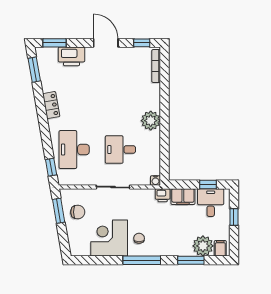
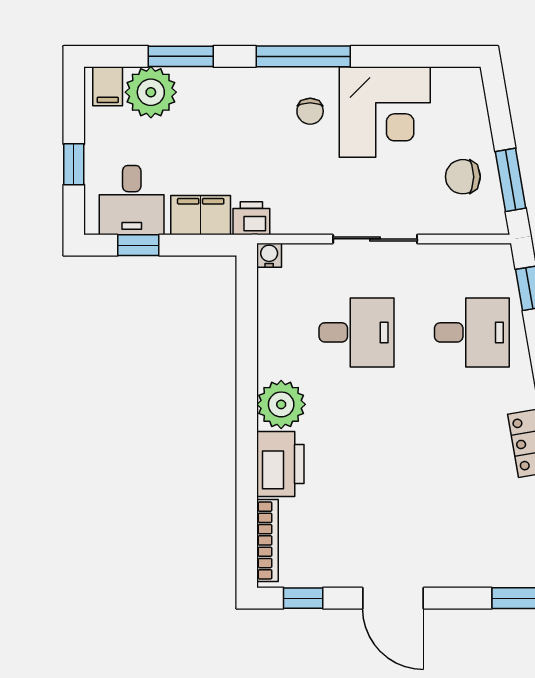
printer: (72, 56) -> (280, 464), moved, turned 90
desk: (74, 150) -> (472, 332), width x0.73

